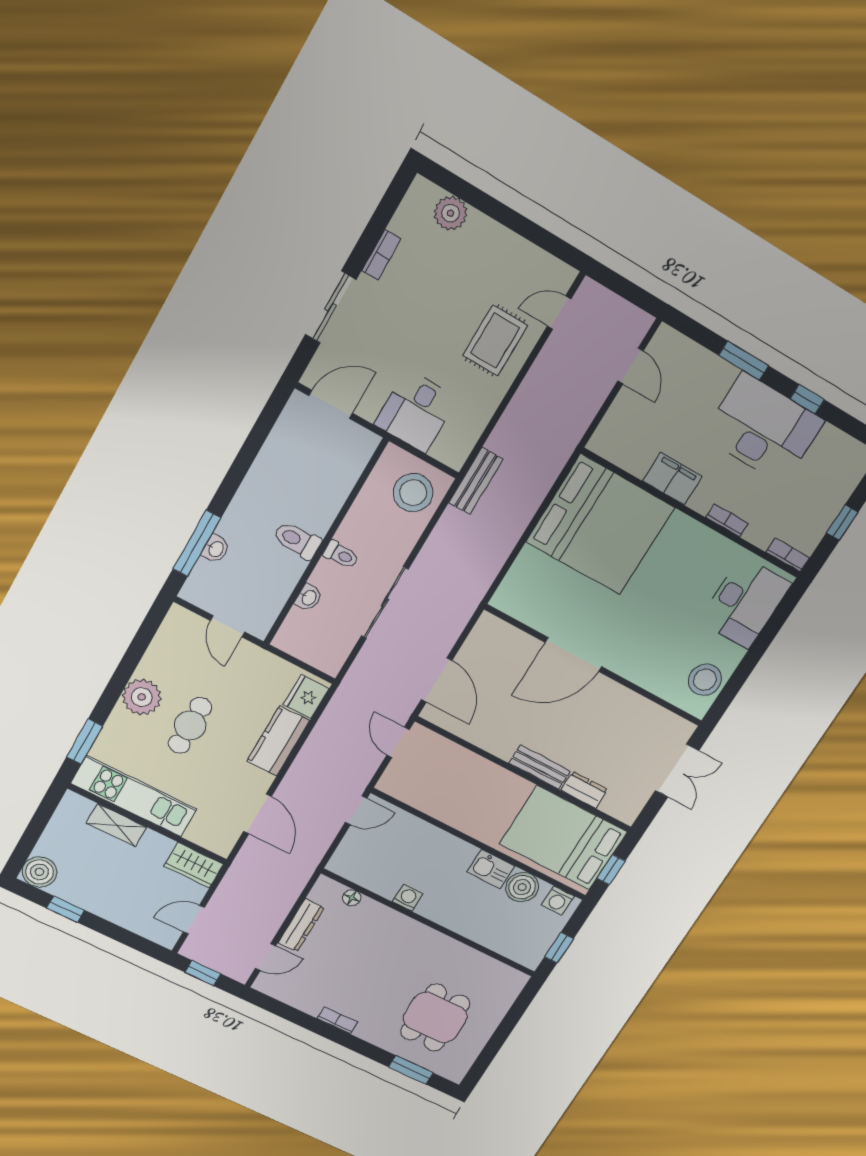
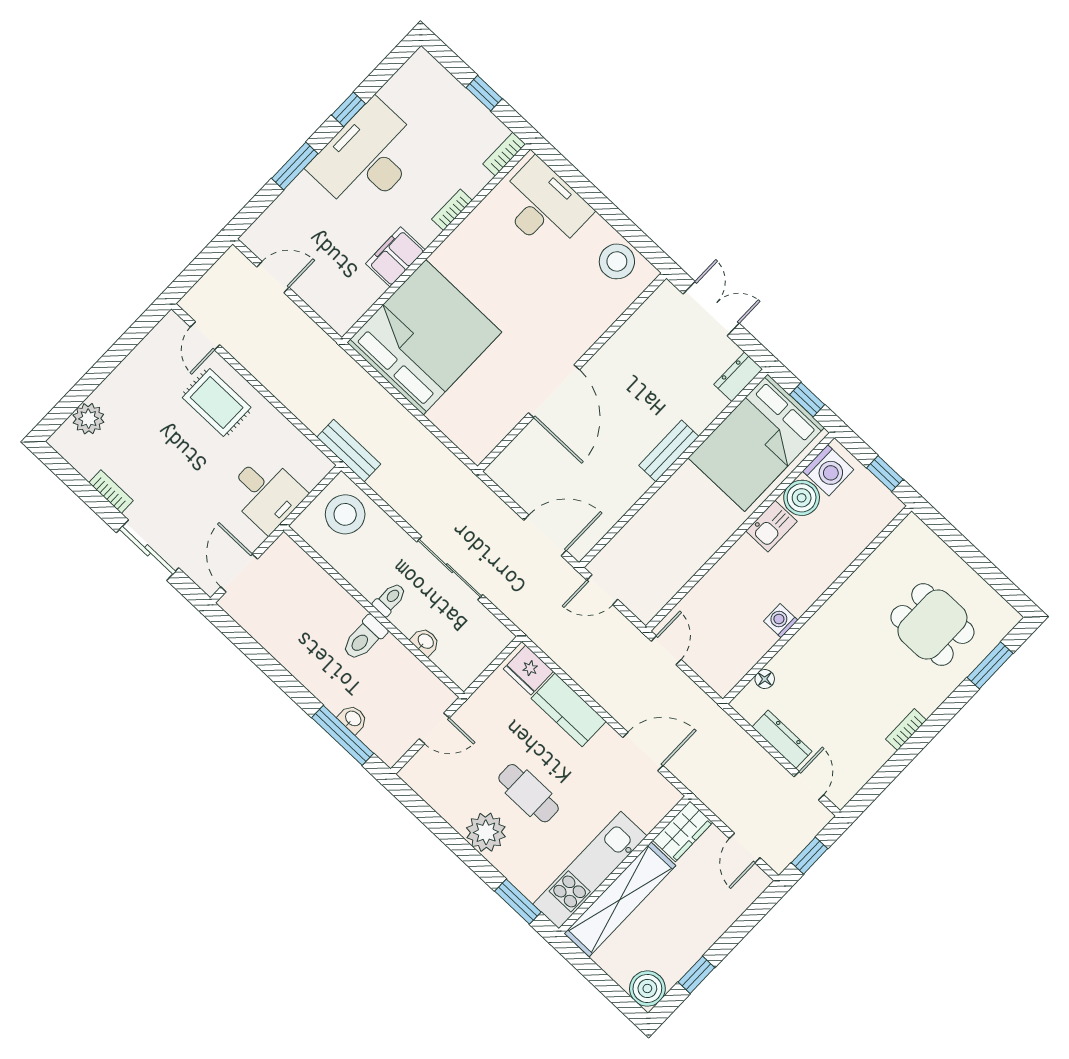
dresser: (584, 790) -> (738, 377), moved
shelving: (116, 825) -> (620, 899), width x2.20, depth x1.33
washing machine: (558, 901) -> (828, 470), width x1.38, depth x1.38

